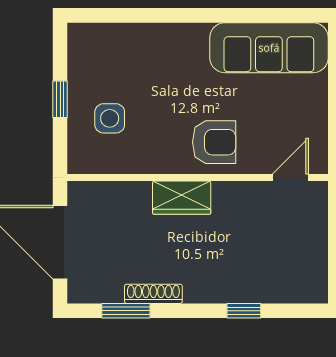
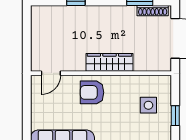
wardrobe: (182, 198) -> (110, 62), width x1.50
shoe rack: (153, 294) -> (153, 11), moved

